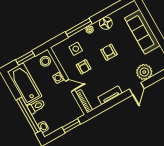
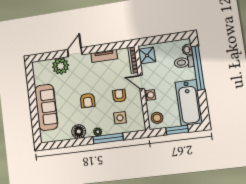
toilet: (36, 106) -> (184, 62), moved
shower: (74, 109) -> (147, 56), added
window: (71, 126) -> (157, 40), removed

